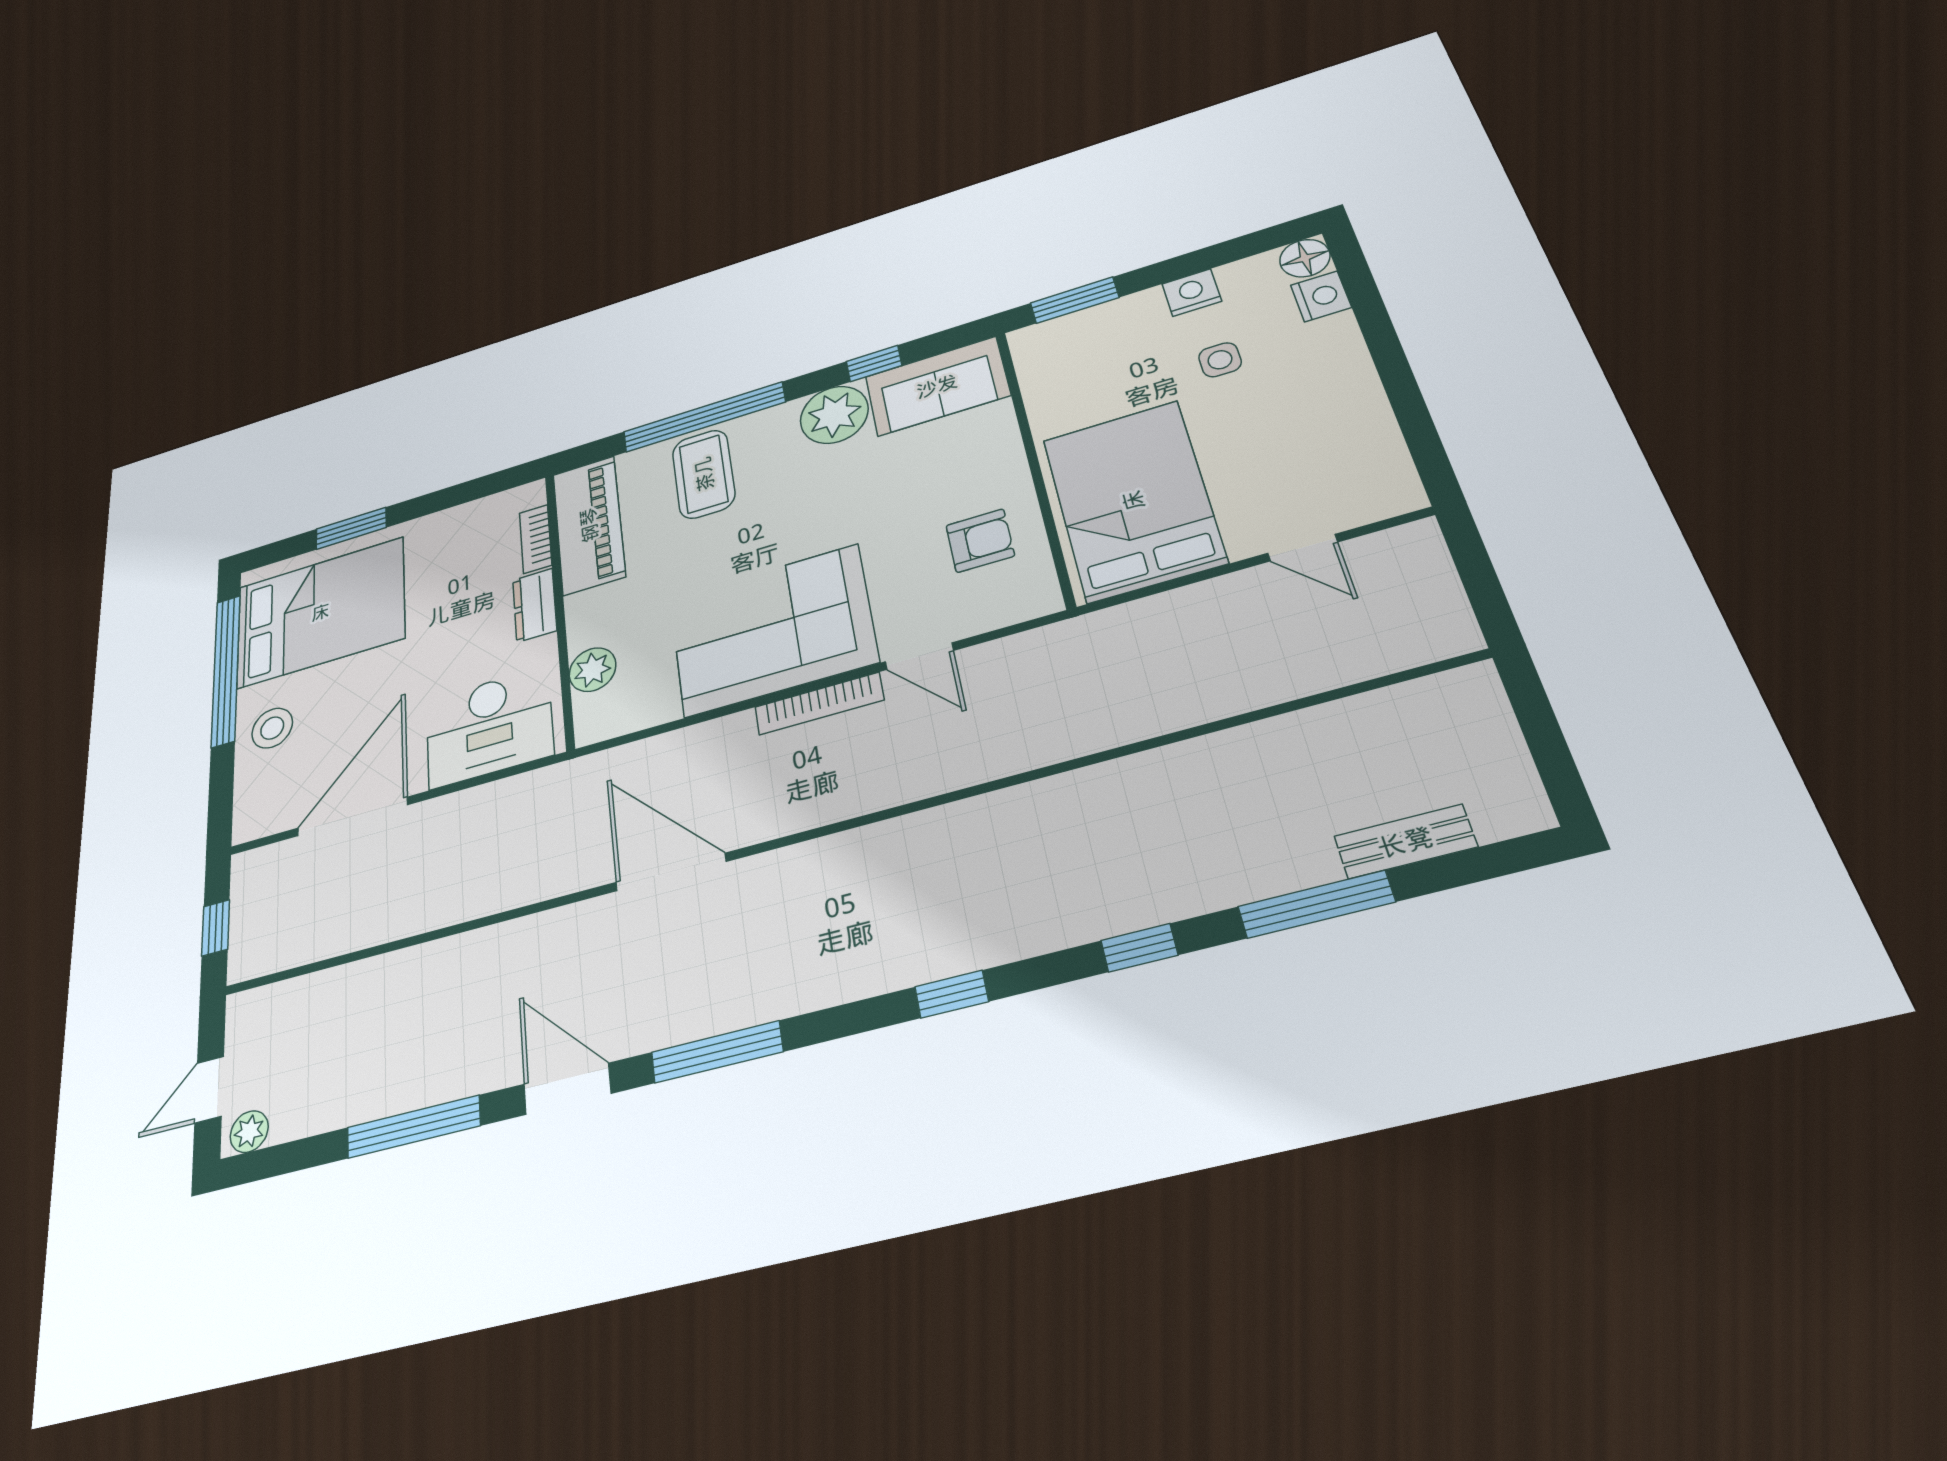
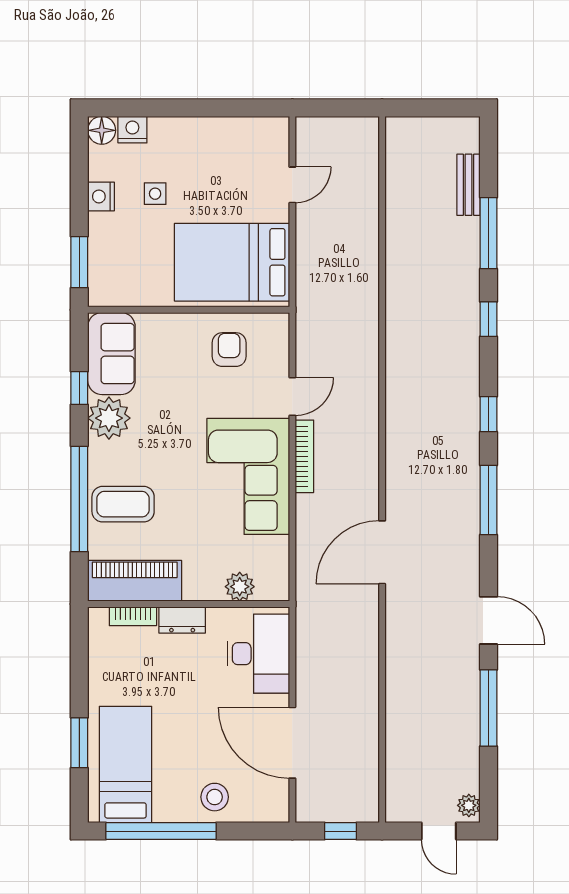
bed: (321, 612) -> (126, 764), width x0.67
window: (717, 1052) -> (489, 500), moved
door: (567, 1089) -> (489, 620), swing flipped

